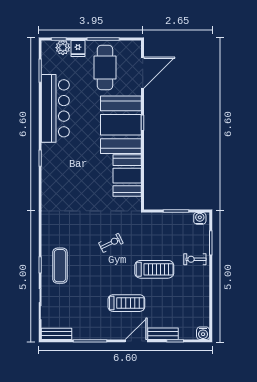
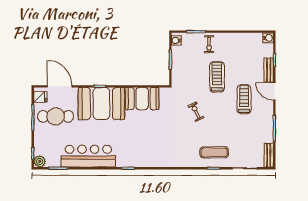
plant: (63, 48) -> (40, 161), moved
fridge: (78, 48) -> (40, 97), moved

